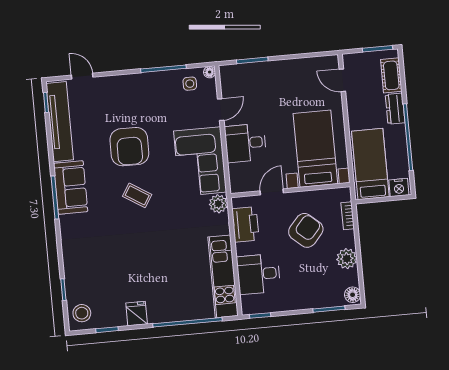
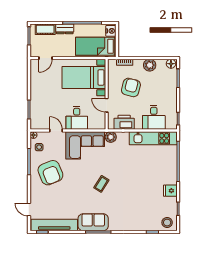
door: (82, 76) -> (29, 210), hinge flipped
armchair: (129, 147) -> (50, 173), moved, turned 68
armchair: (306, 230) -> (131, 87), turned 63

